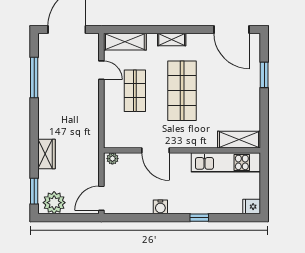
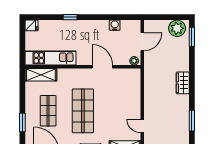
window: (34, 77) -> (192, 121), width x0.69
shop shelf: (135, 91) -> (48, 111), moved
wardrobe: (47, 154) -> (183, 83), moved
door: (101, 198) -> (142, 42), moved
water cooler: (160, 207) -> (115, 25), moved

